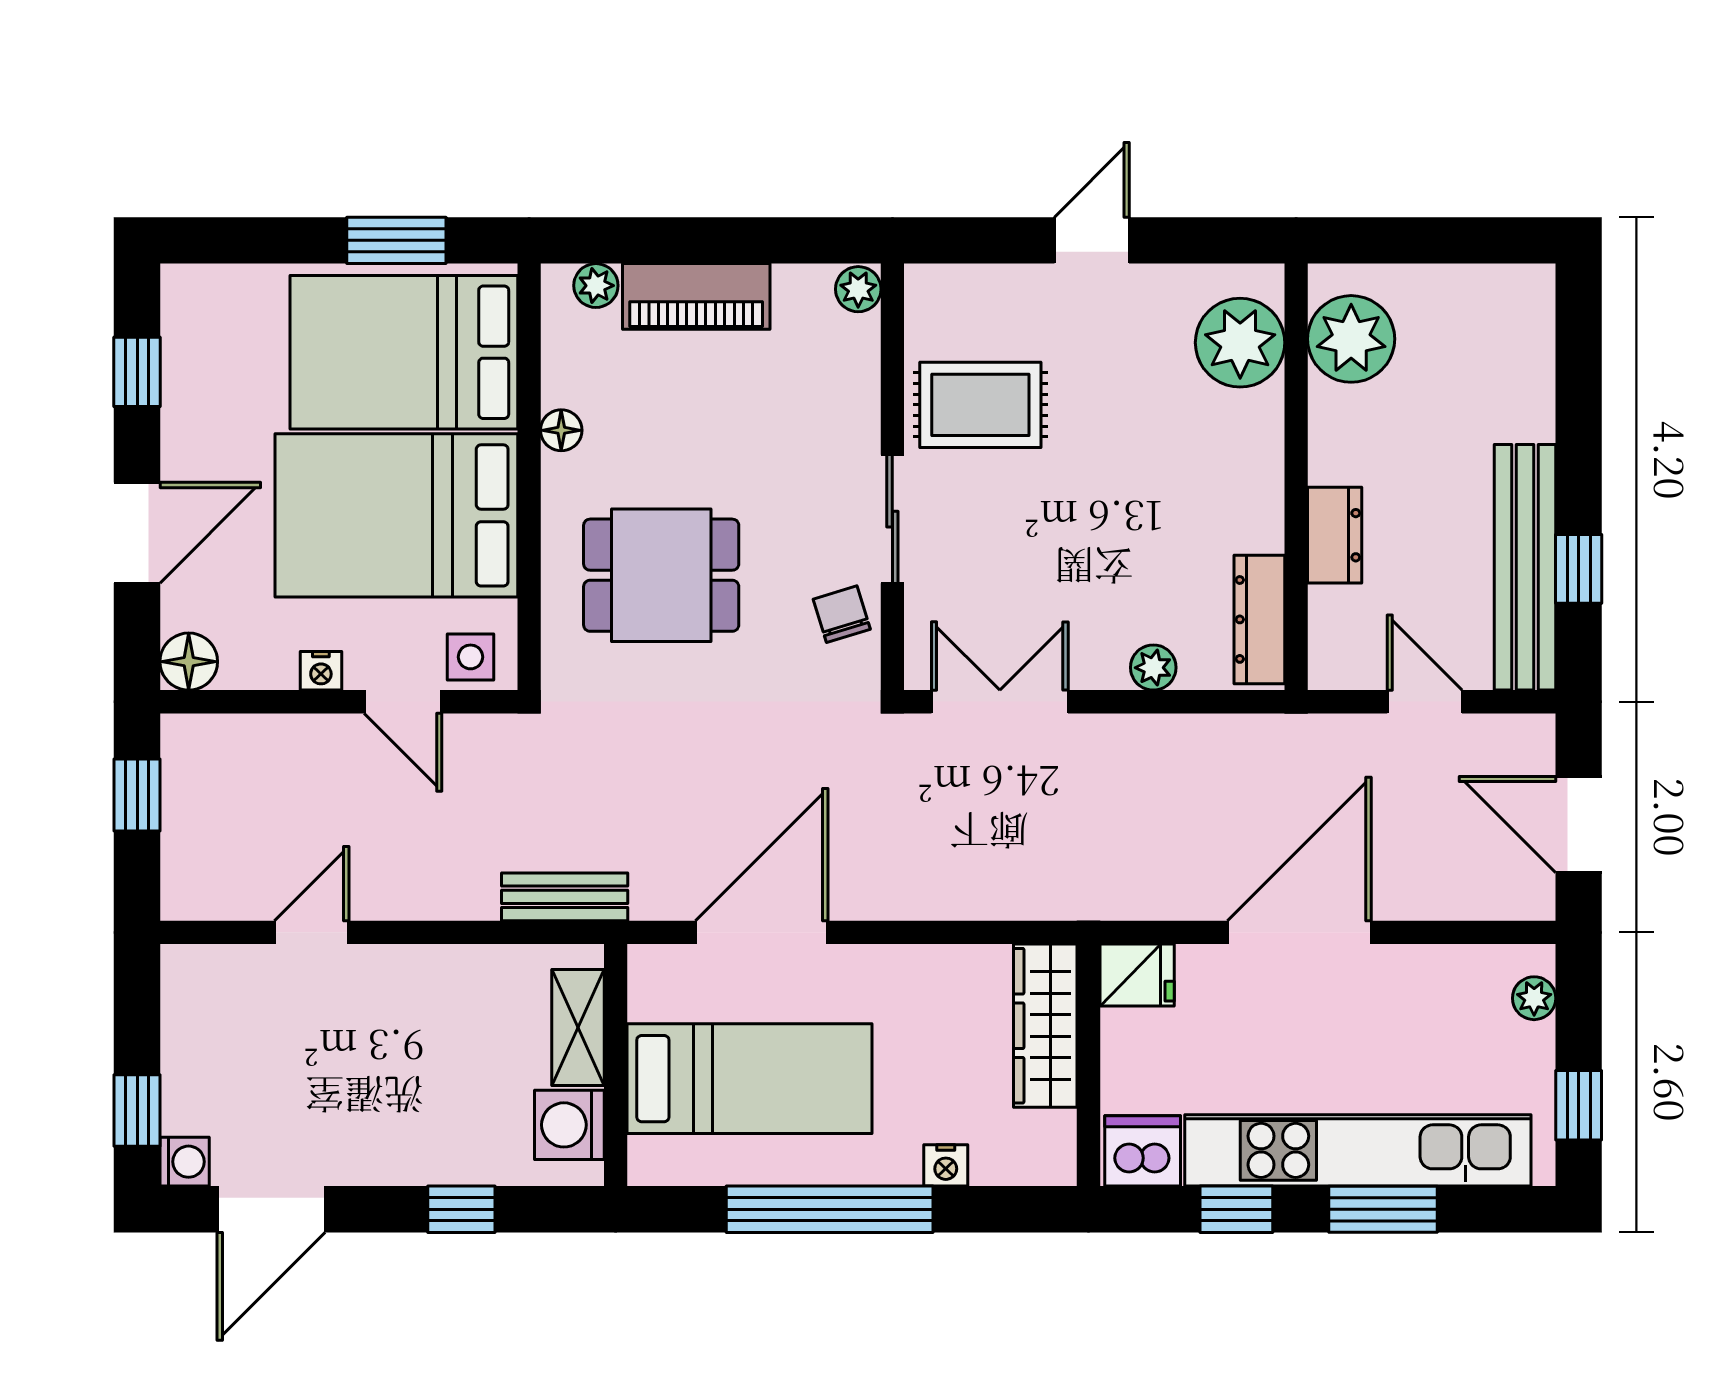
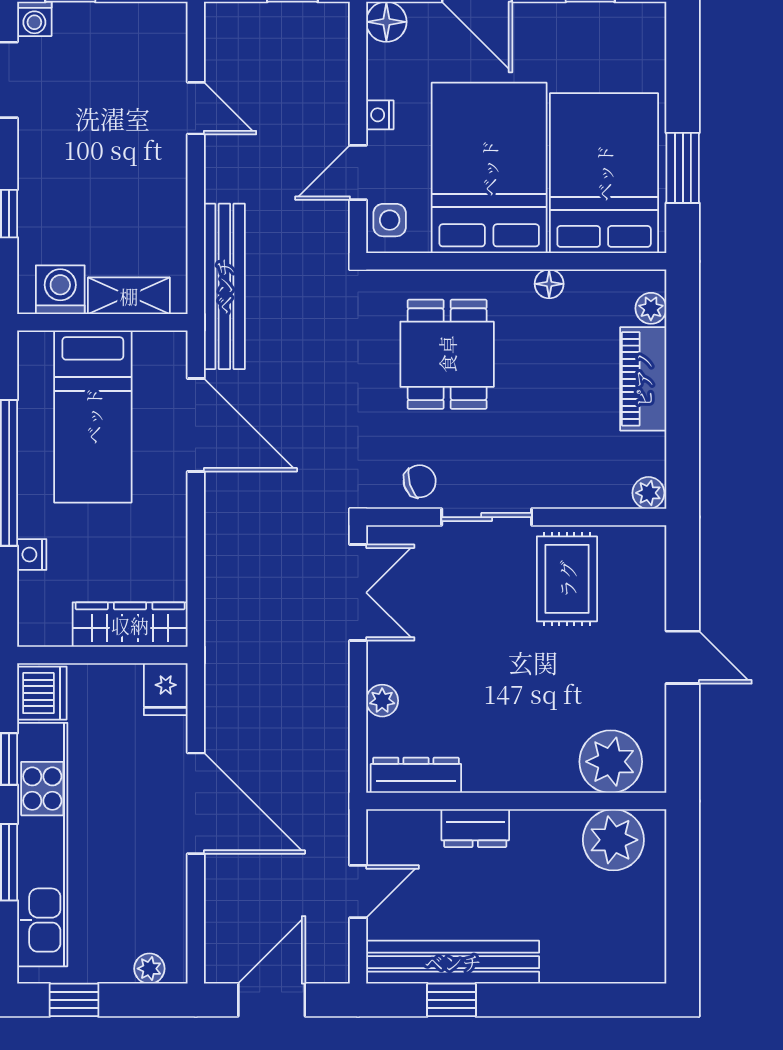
bench: (565, 897) -> (224, 286), width x1.86, depth x1.21

